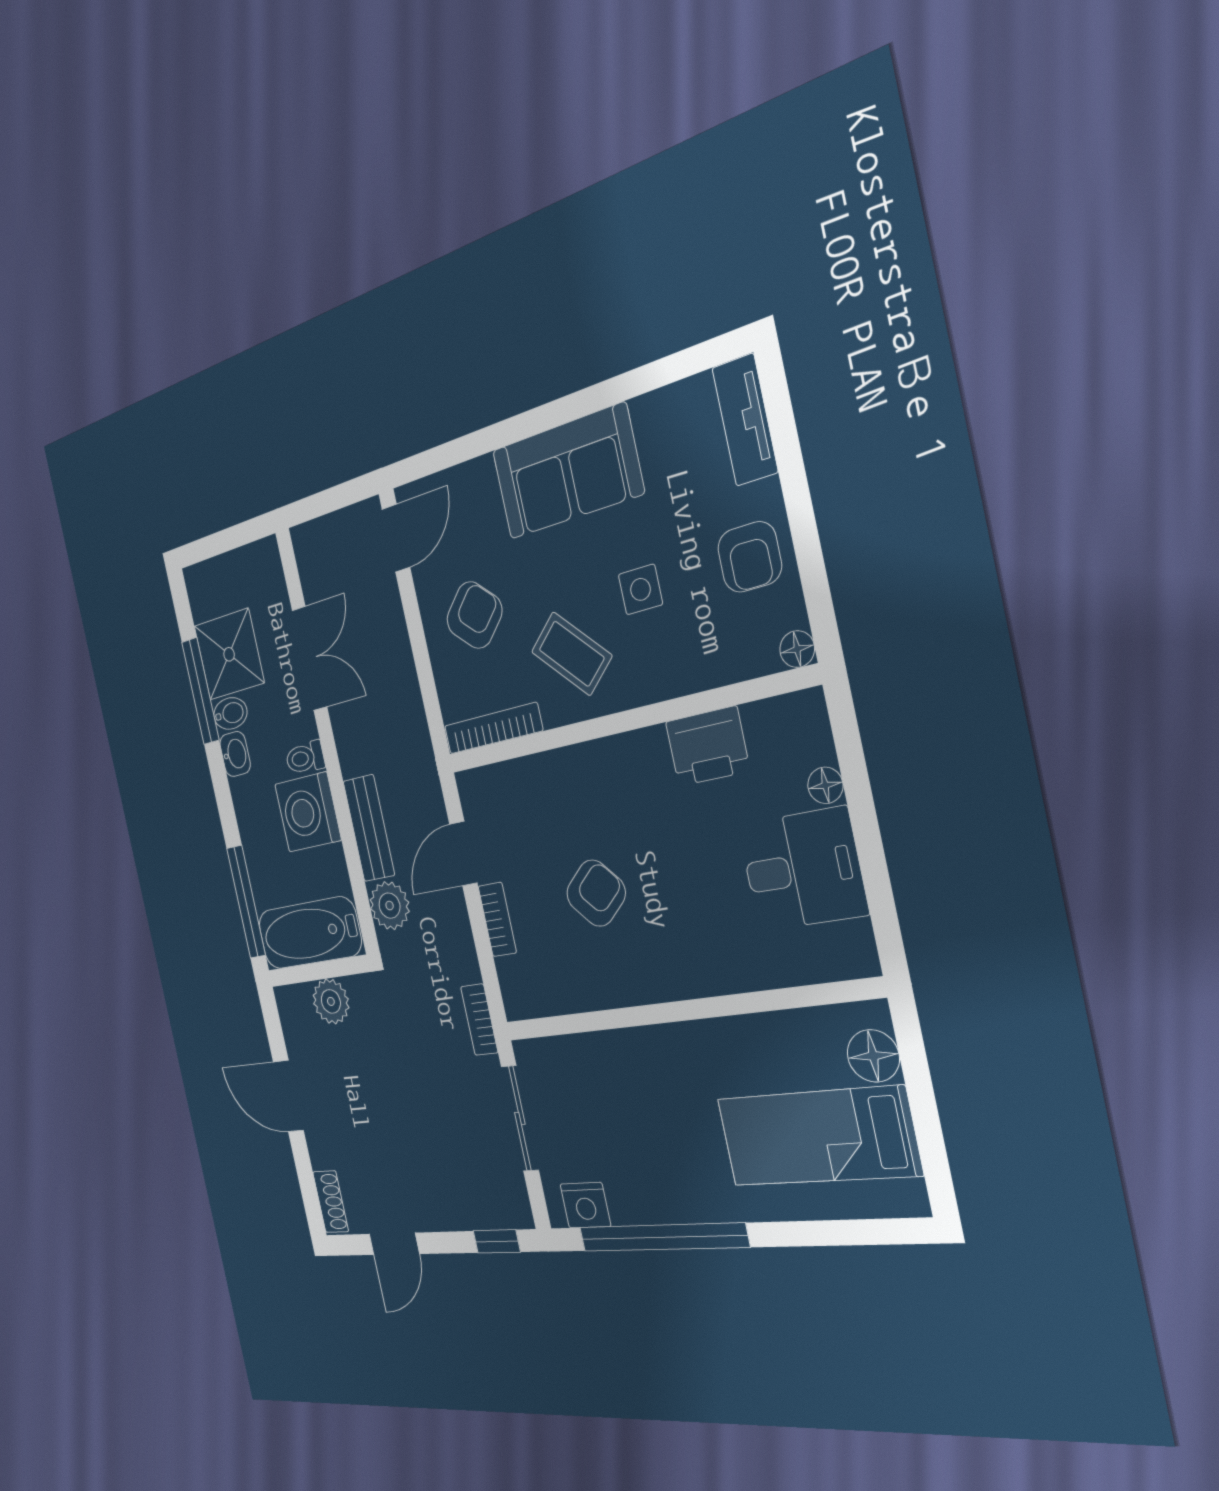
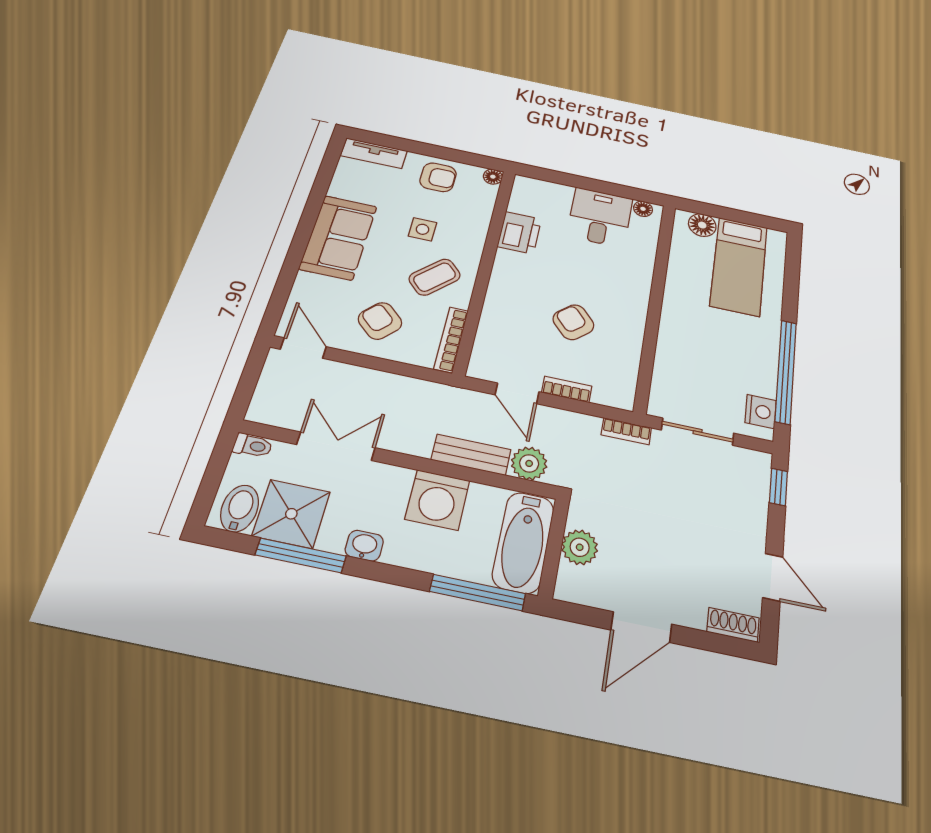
bidet: (230, 713) -> (240, 508), moved, width x1.38, depth x1.36
toilet: (305, 758) -> (253, 446), moved, turned -90
floor lamp: (825, 785) -> (643, 209), moved

